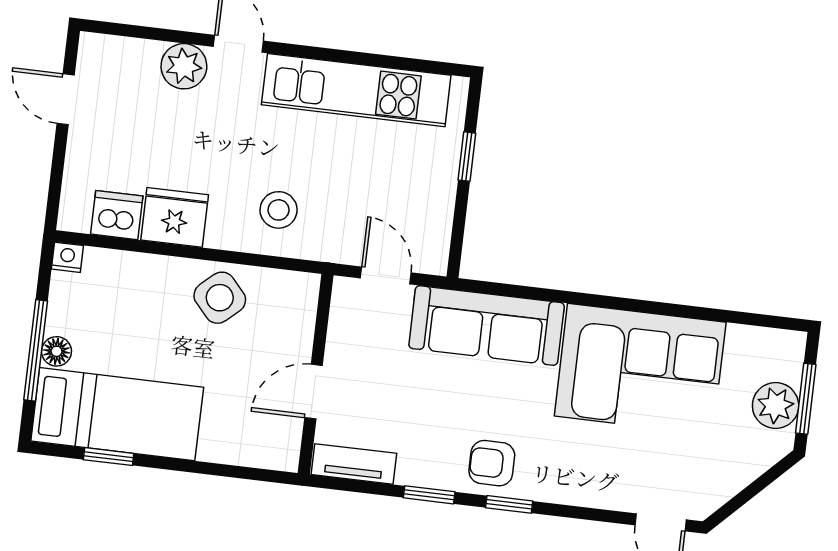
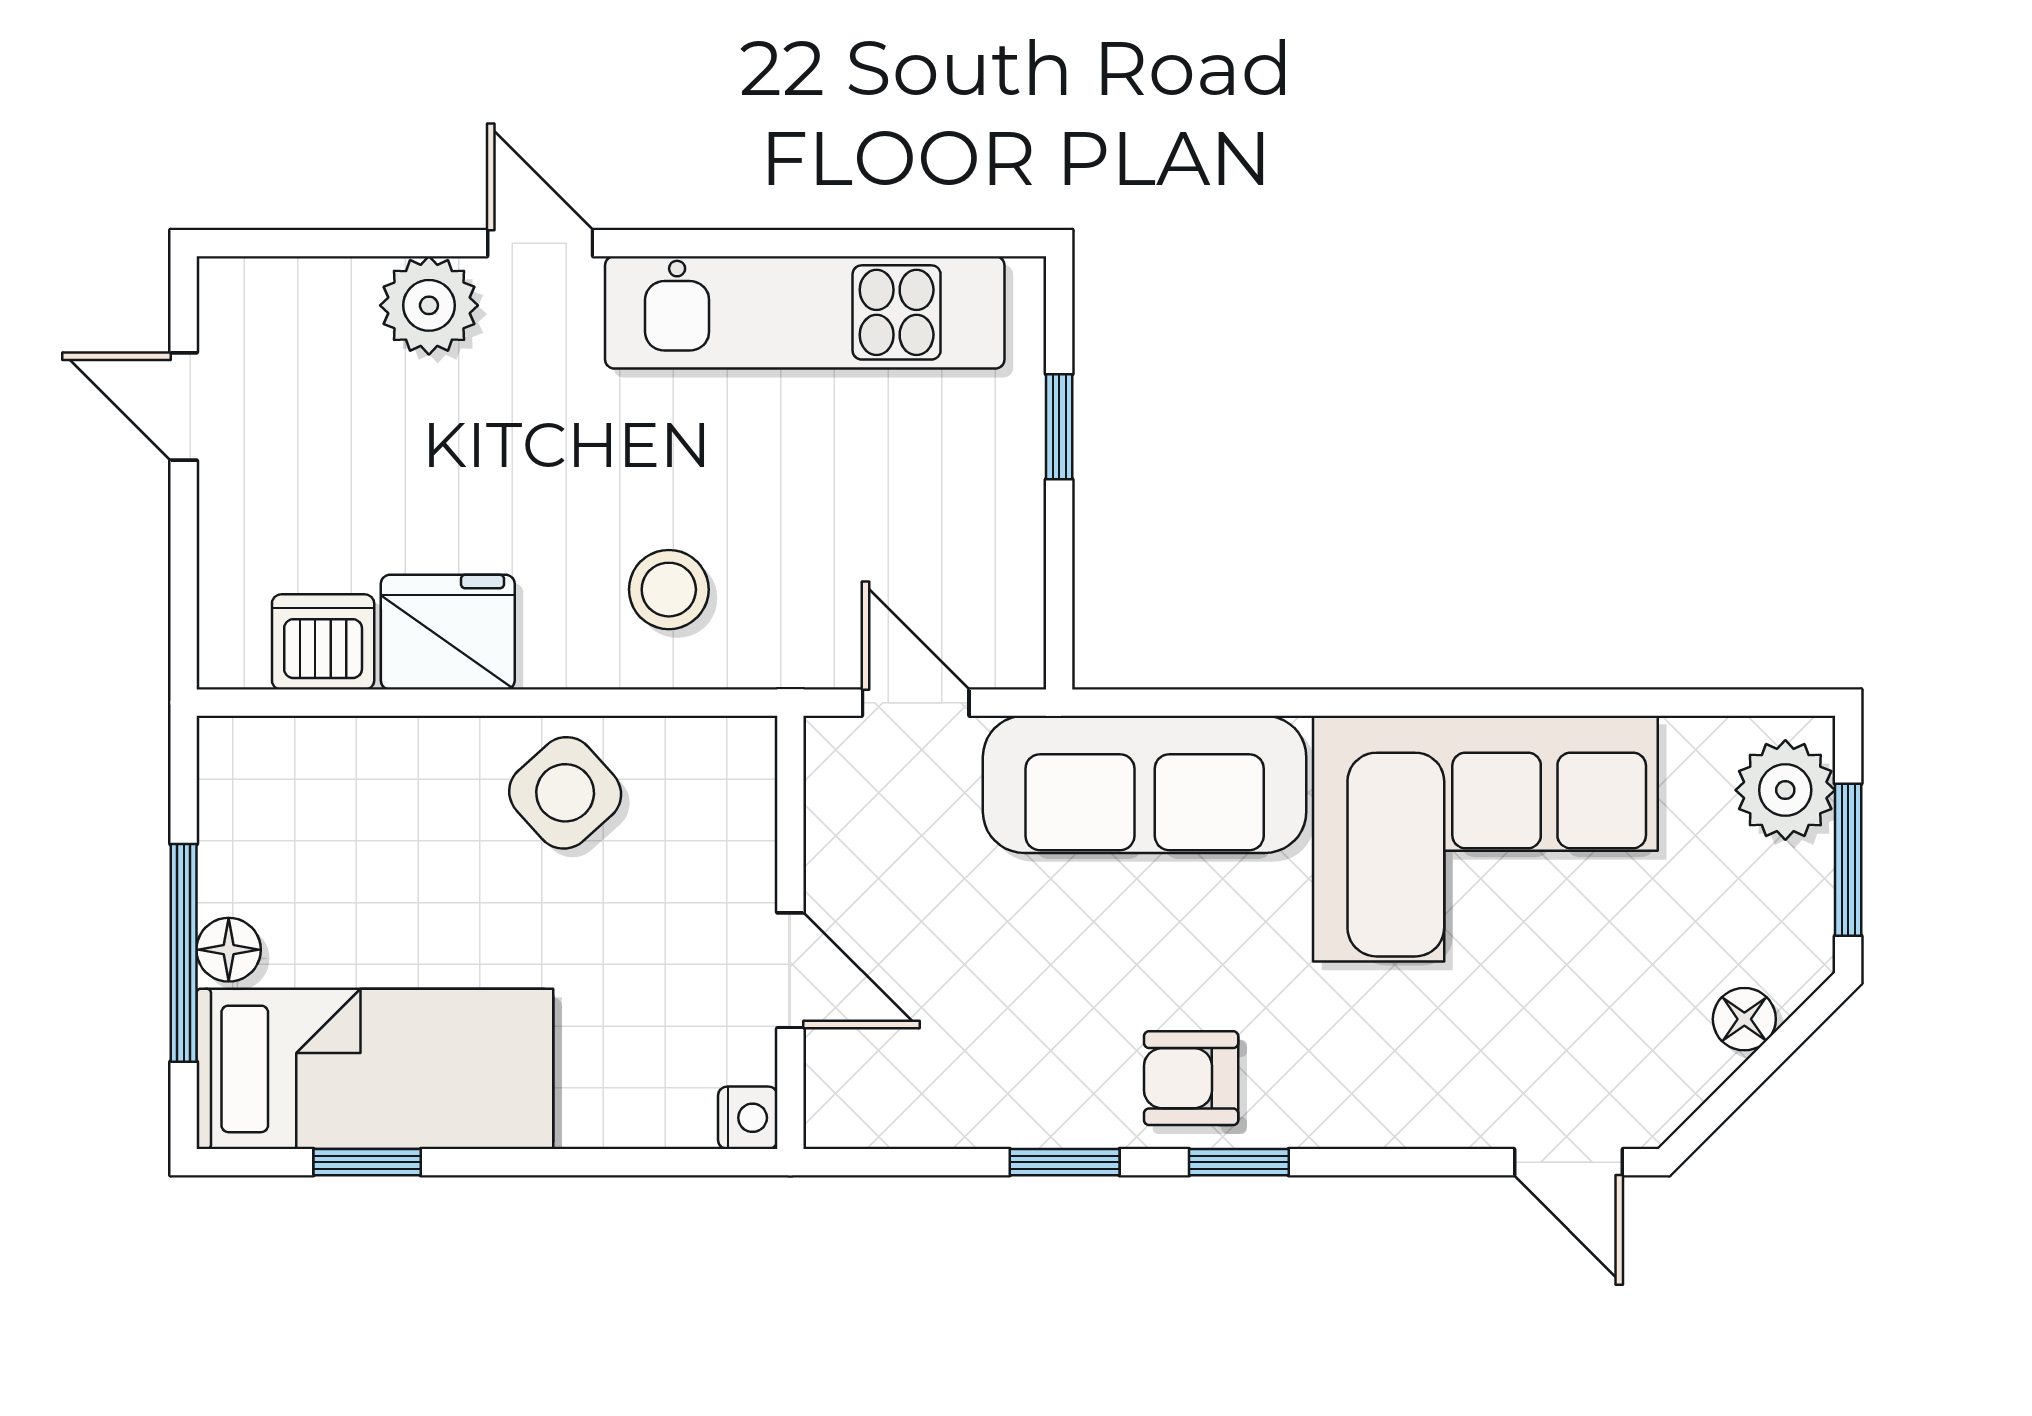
nightstand: (67, 257) -> (748, 1118), moved, turned 90
door: (314, 392) -> (790, 970), swing flipped
plant: (776, 406) -> (1785, 790), moved
tv unit: (354, 464) -> (895, 1115), removed
floor lamp: (749, 466) -> (1744, 1019), added

